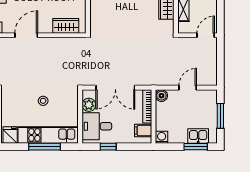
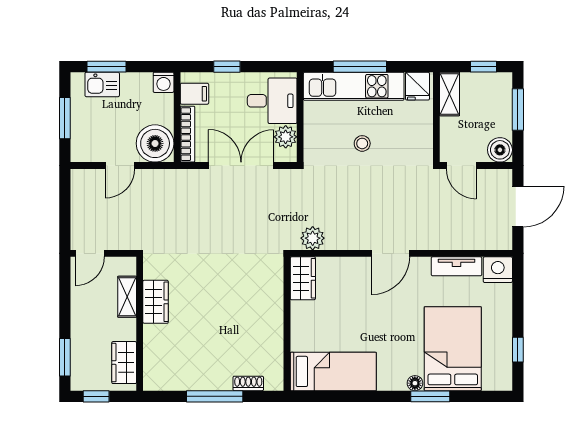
wardrobe: (66, 26) -> (303, 278), moved, turned -90
plant: (73, 44) -> (313, 238), added
boiler: (161, 96) -> (155, 143), width x1.86, depth x1.86
window: (108, 147) -> (227, 67), moved

